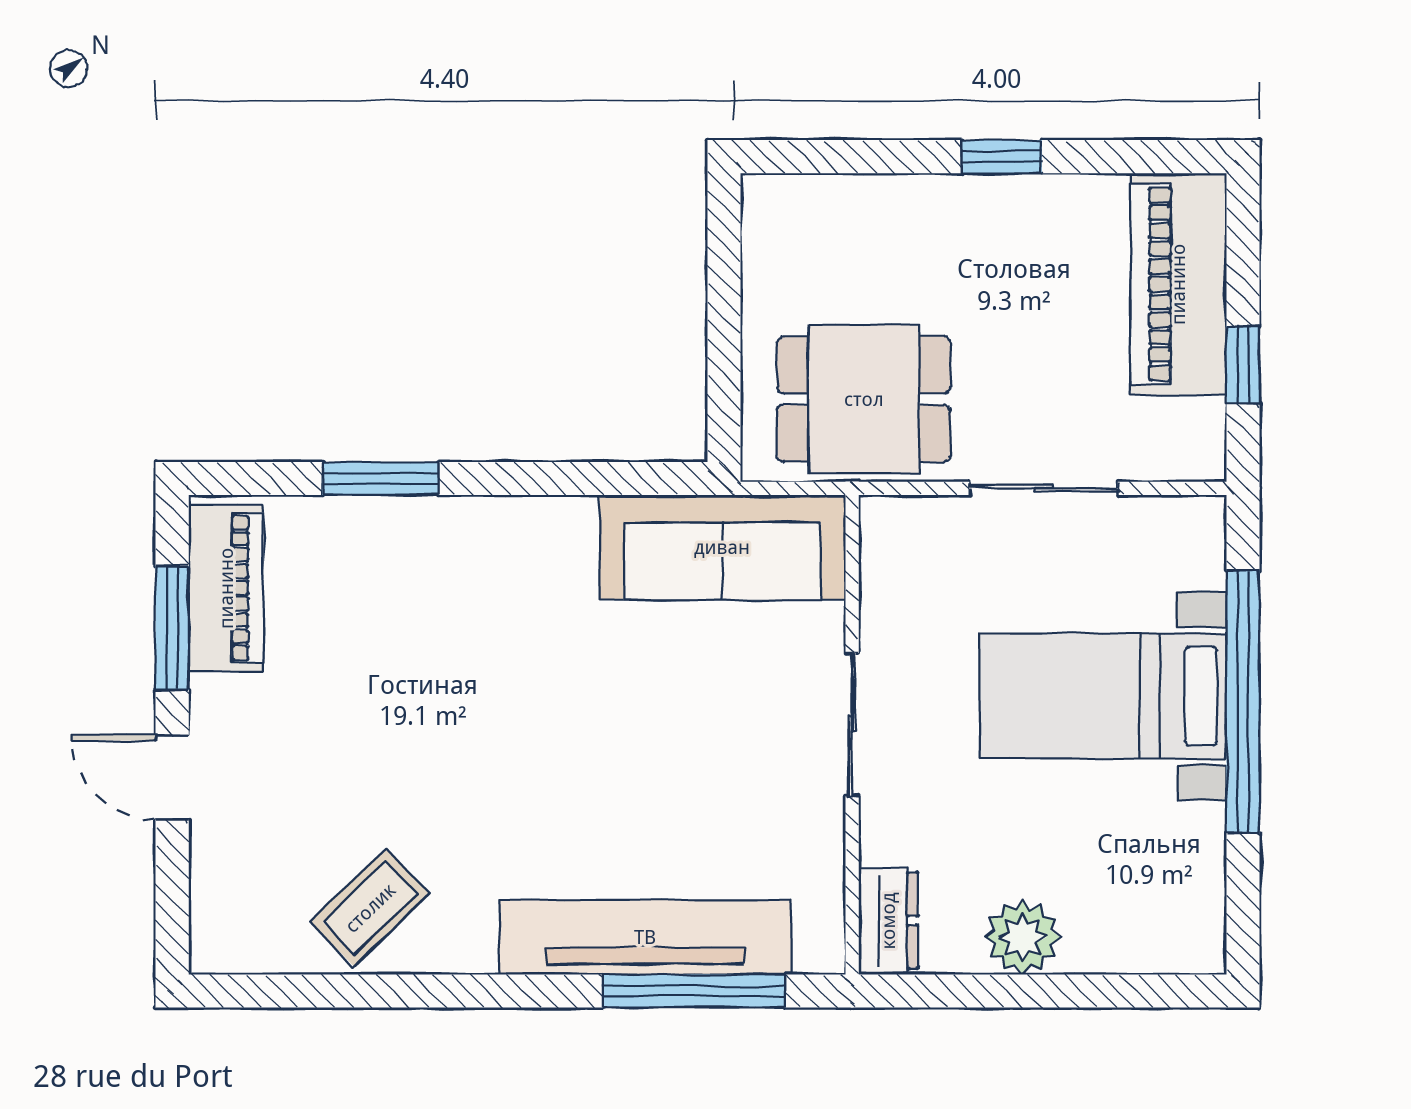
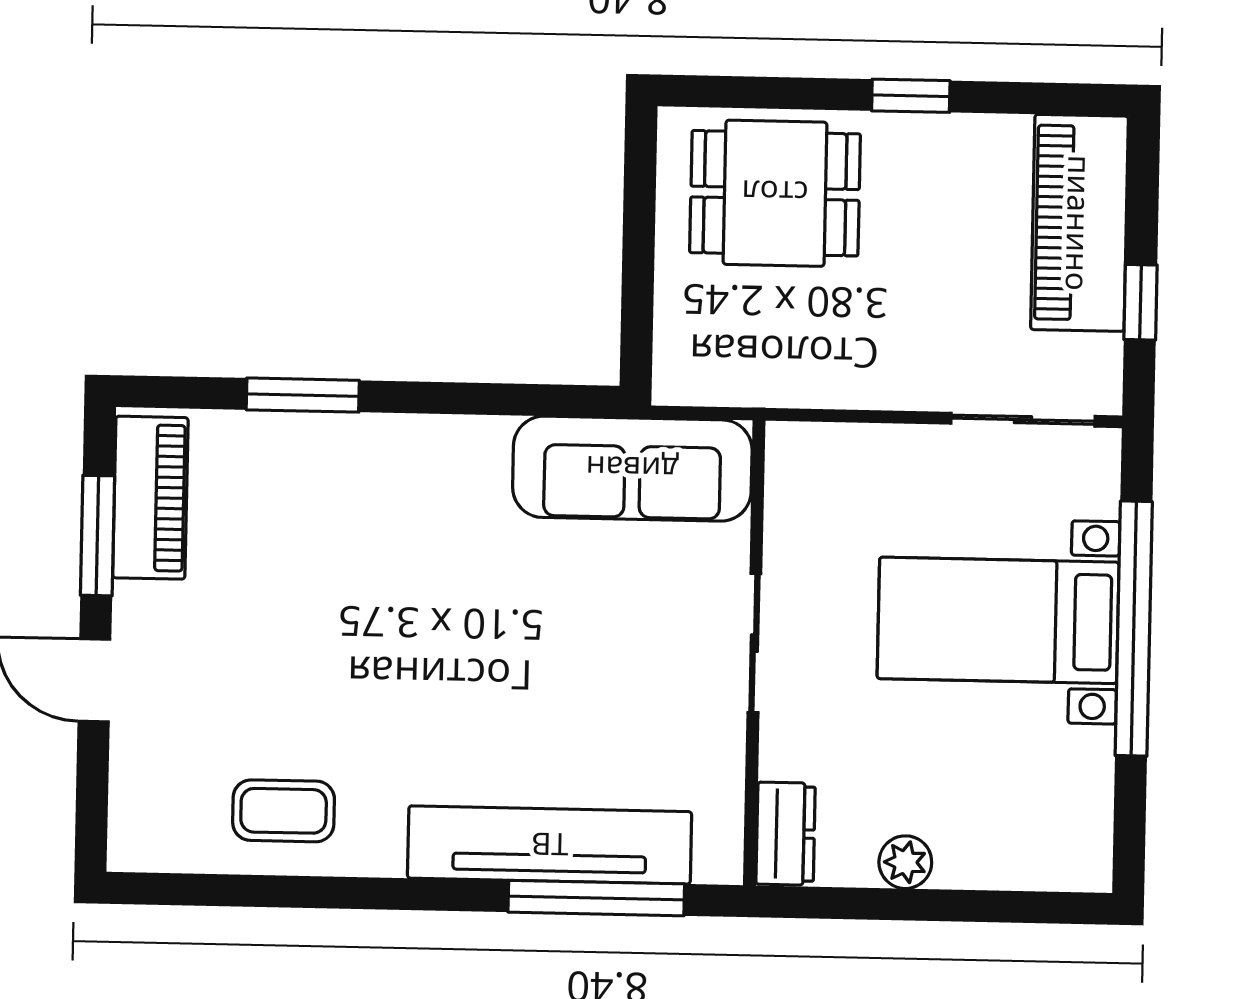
dining table: (864, 399) -> (775, 193), moved
sliding door: (1043, 488) -> (1023, 420), moved
coffee table: (370, 908) -> (284, 811), turned 44
plant: (1023, 937) -> (905, 862), width x0.73, depth x0.73

